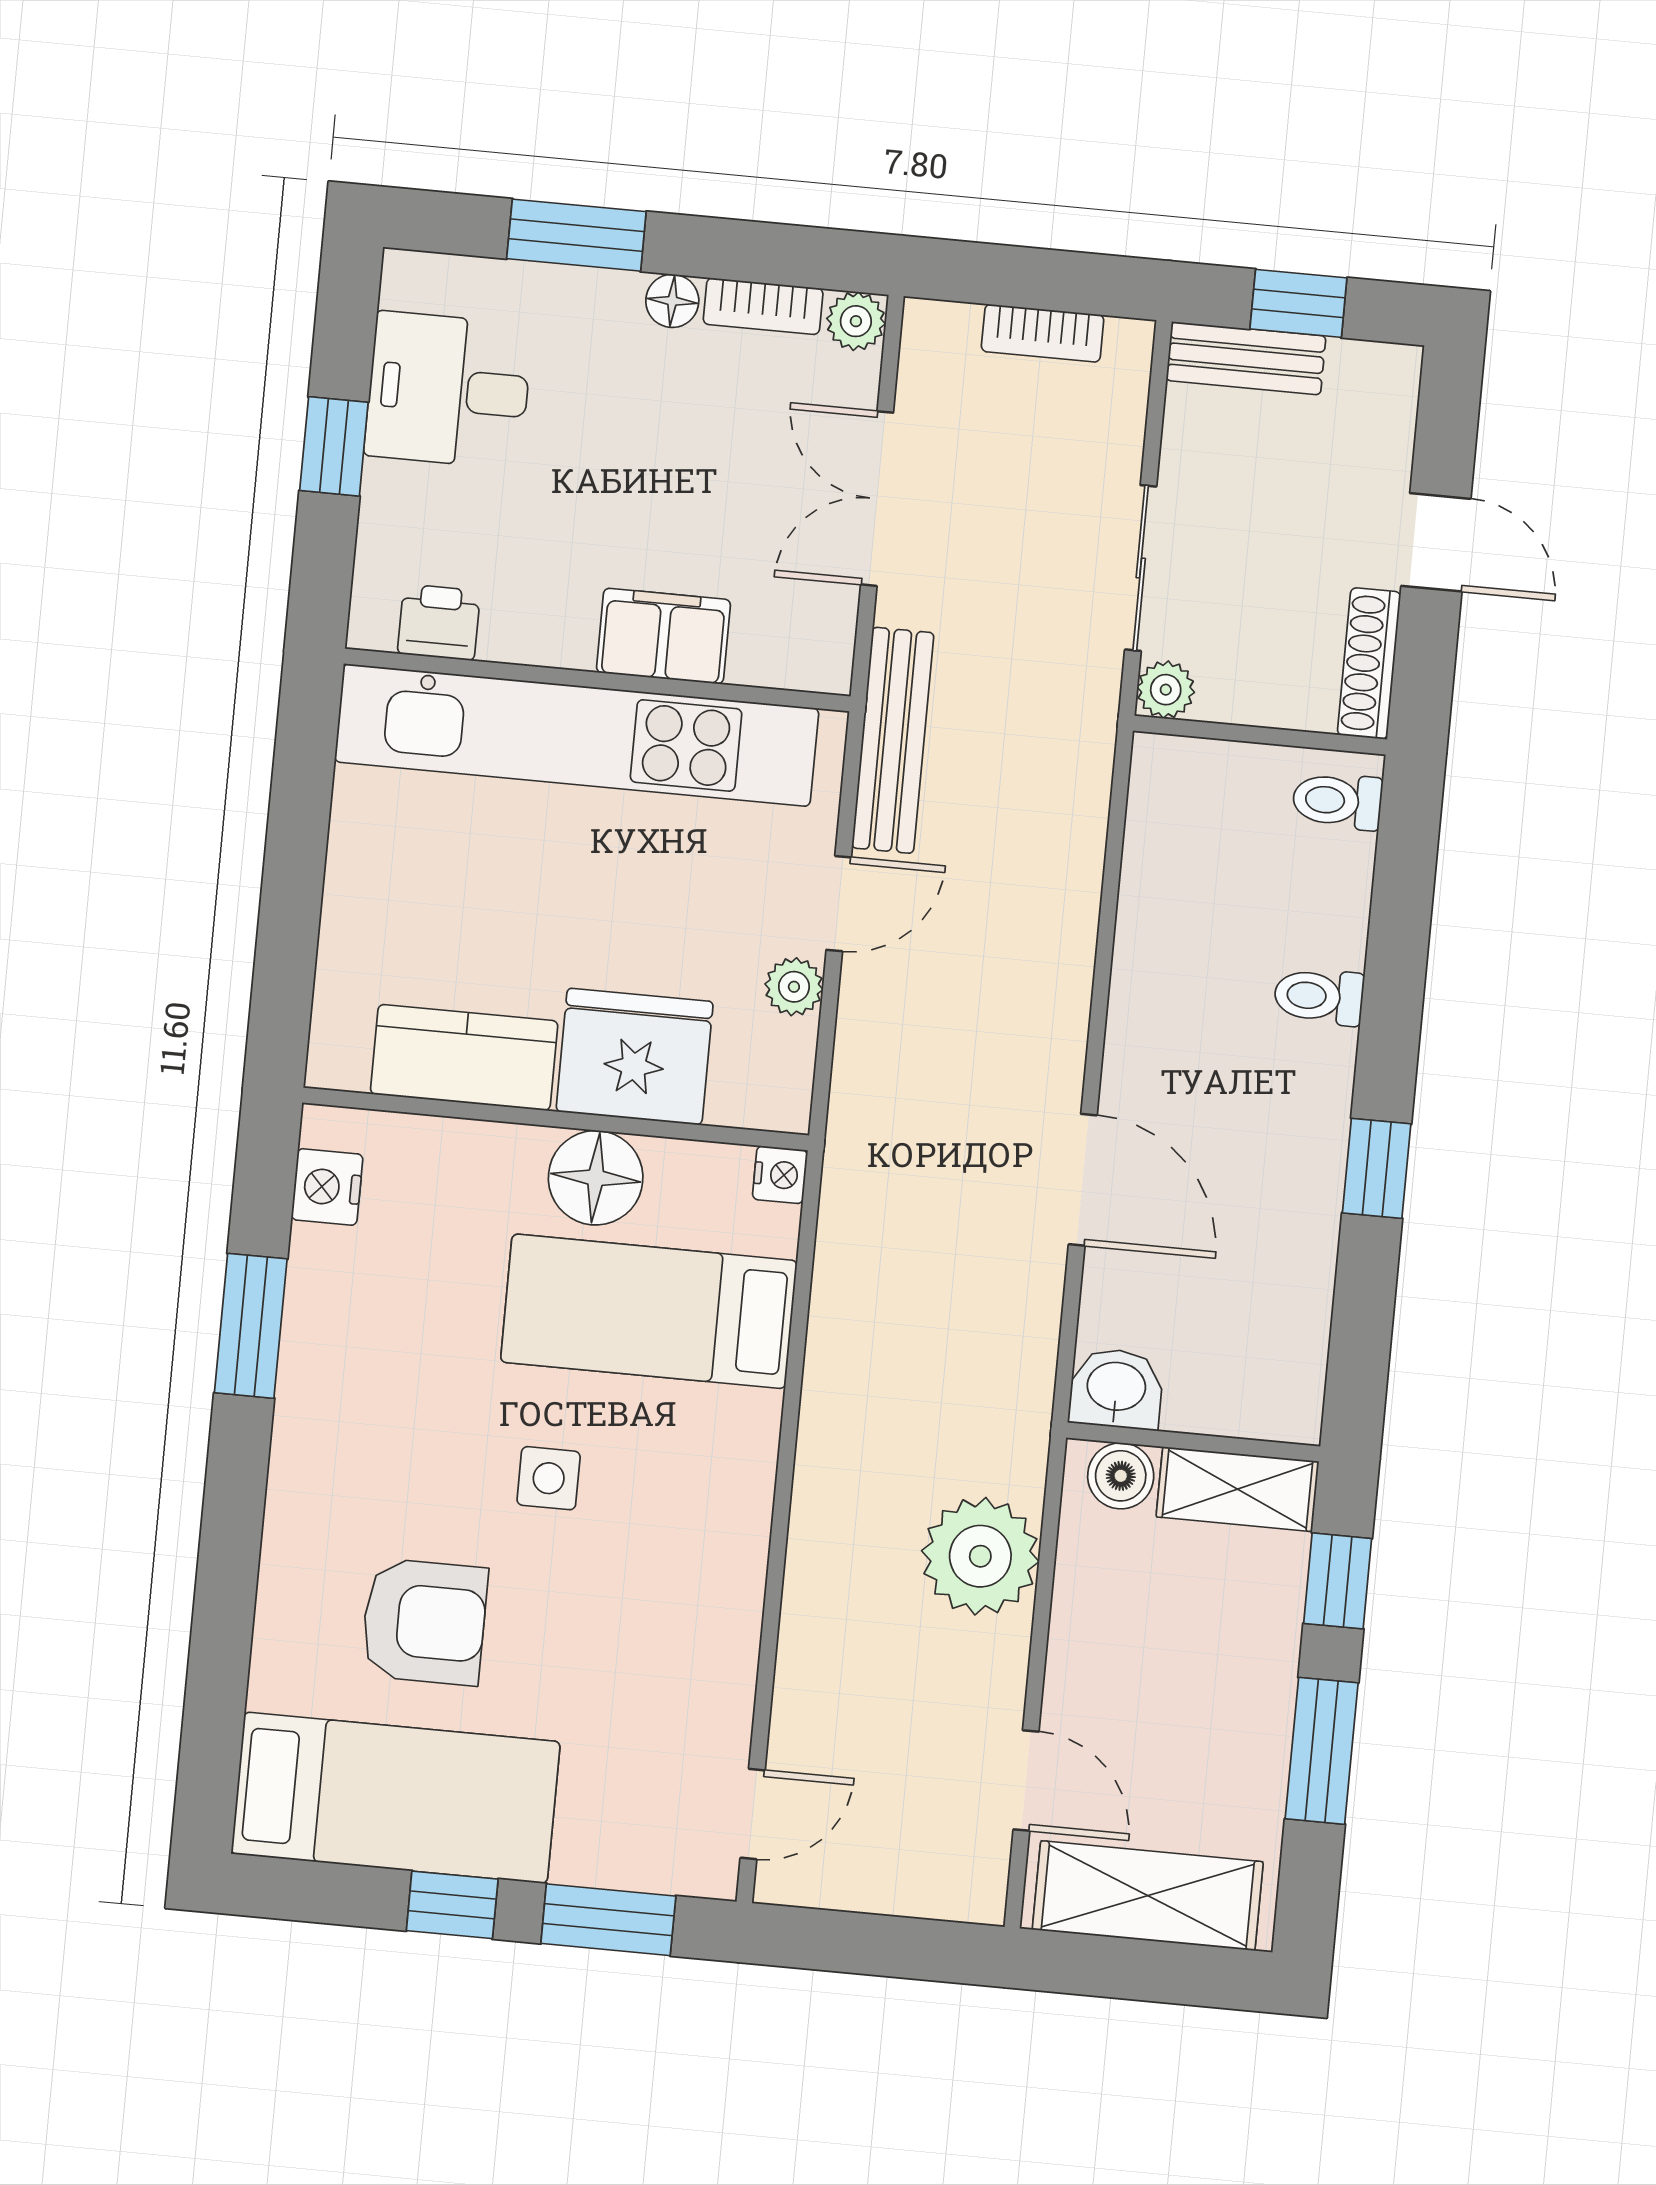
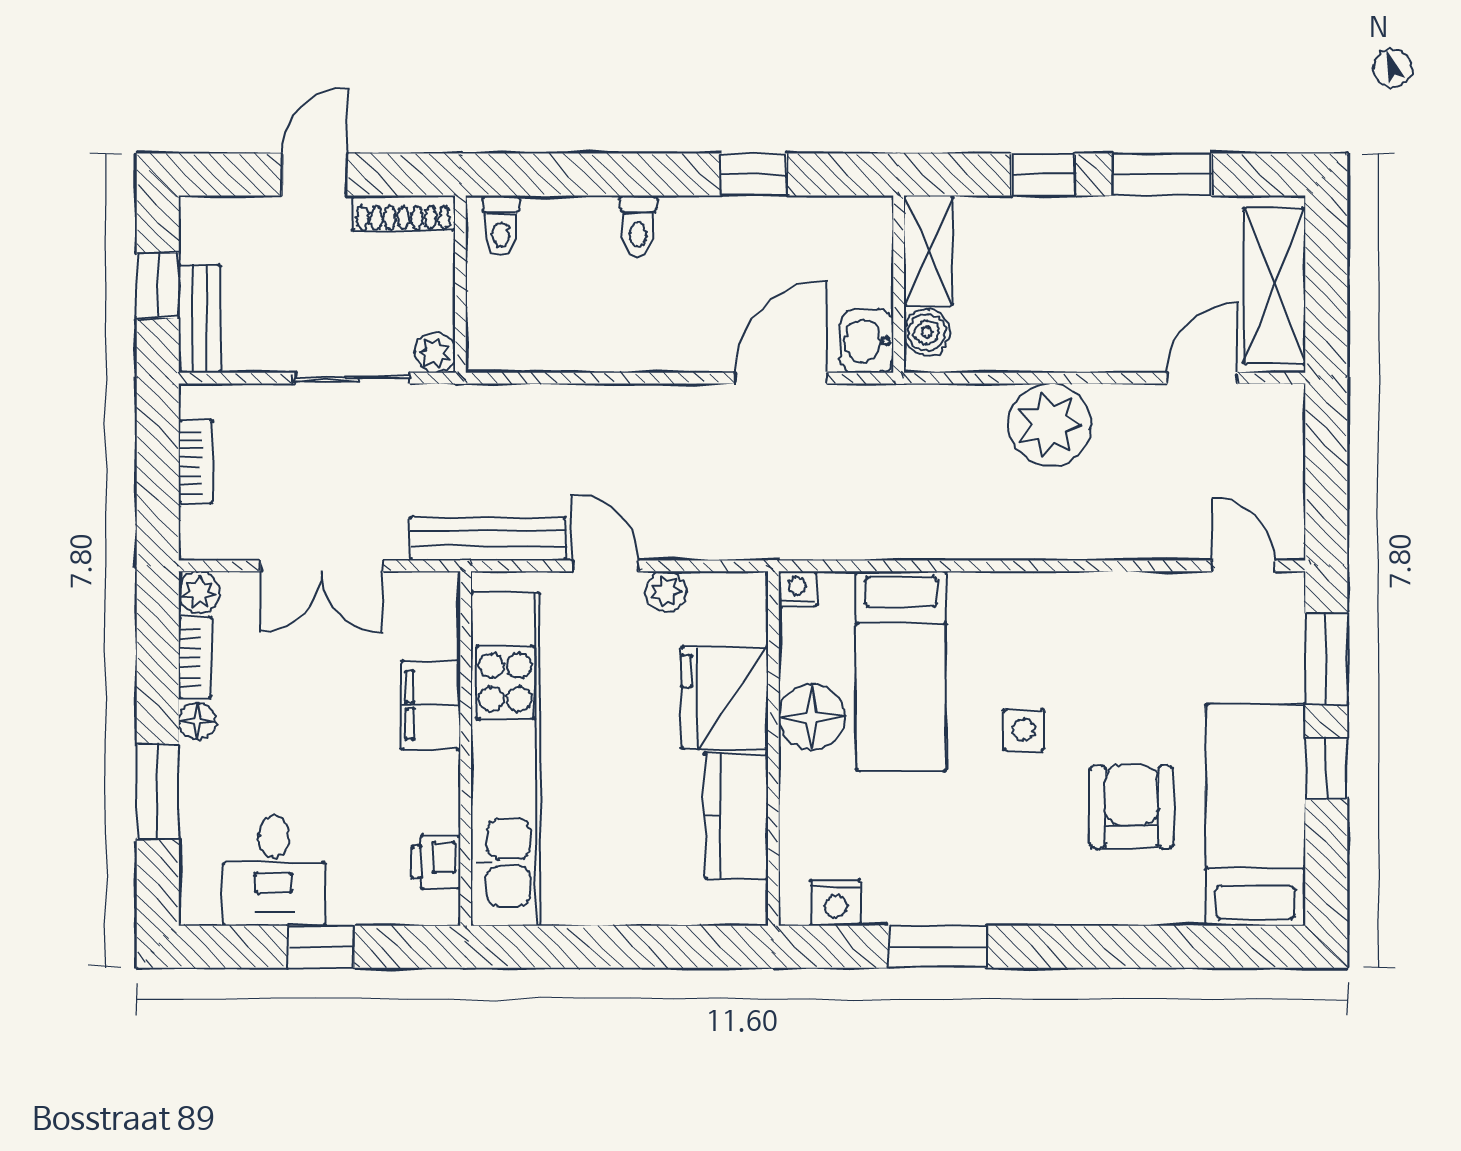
washbasin: (1116, 1389) -> (867, 341), moved
wall: (1193, 1442) -> (899, 284), moved
boiler: (1121, 1476) -> (927, 332), moved
shelving: (1238, 1489) -> (928, 250), moved

